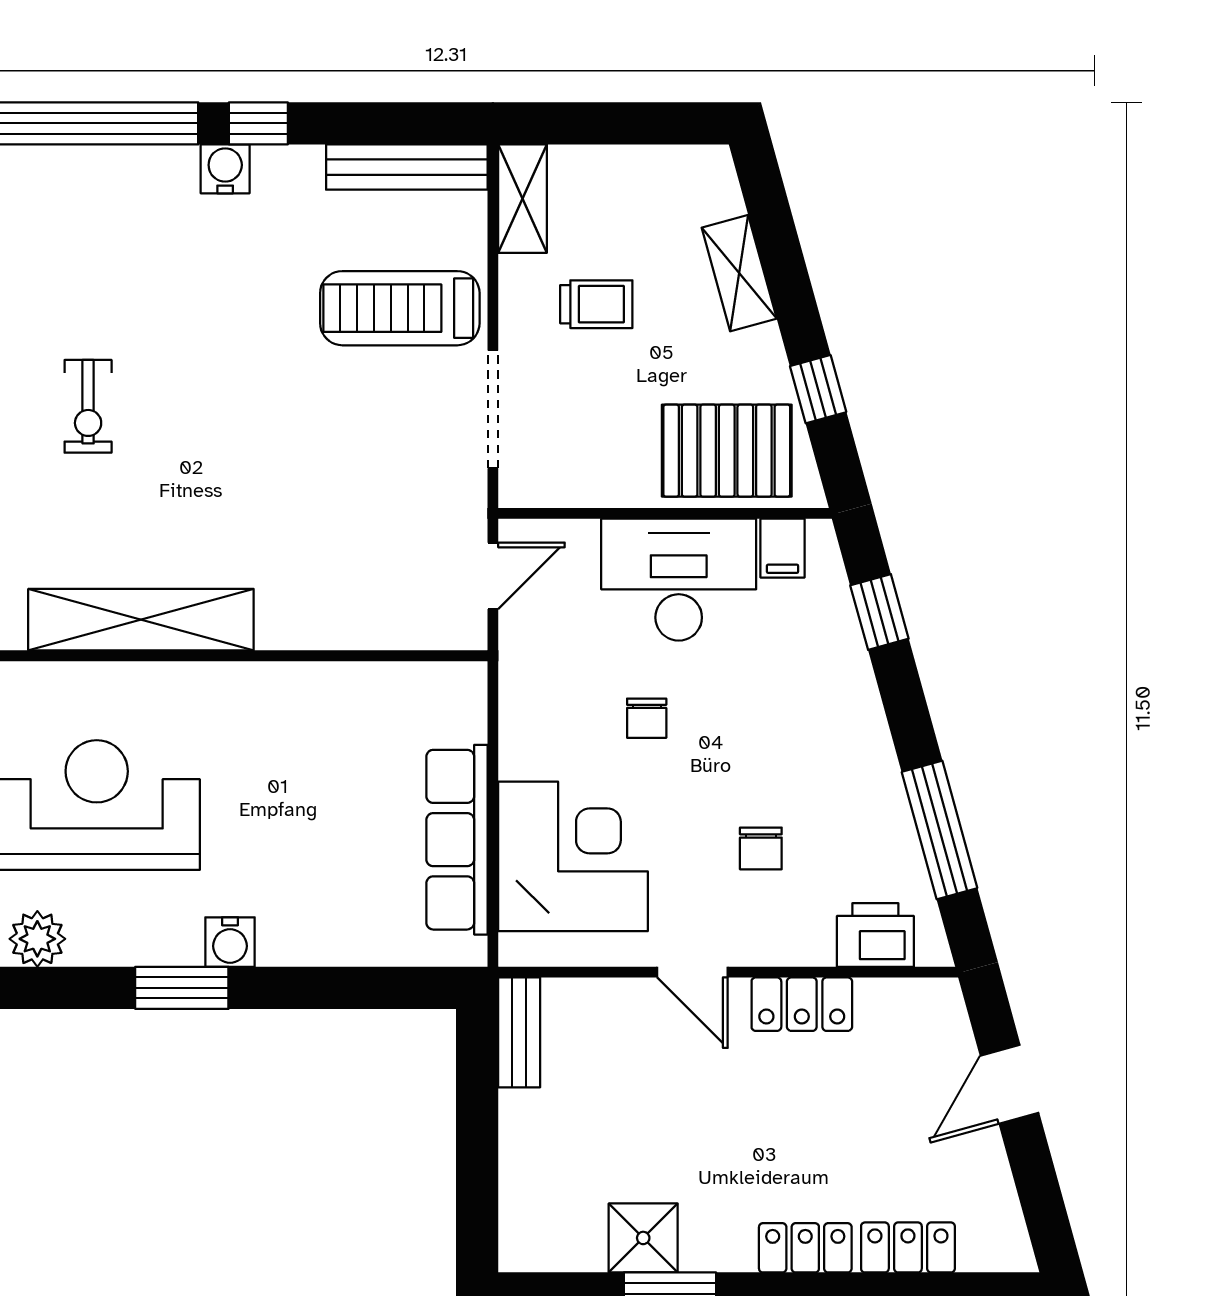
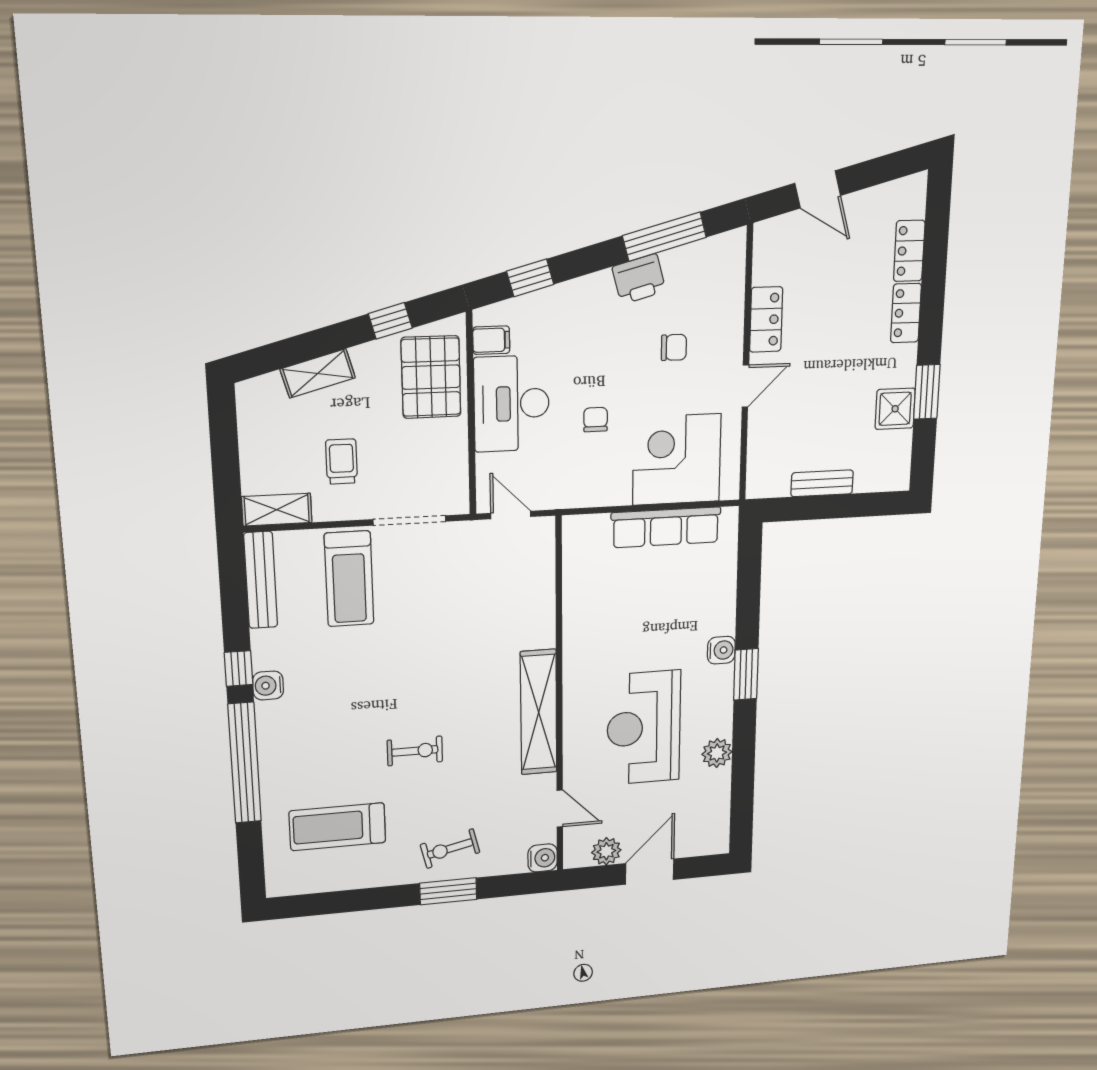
chair: (647, 718) -> (596, 420), turned -90
printer: (875, 935) -> (639, 279), moved, turned -105
bench: (519, 1032) -> (822, 483), moved

